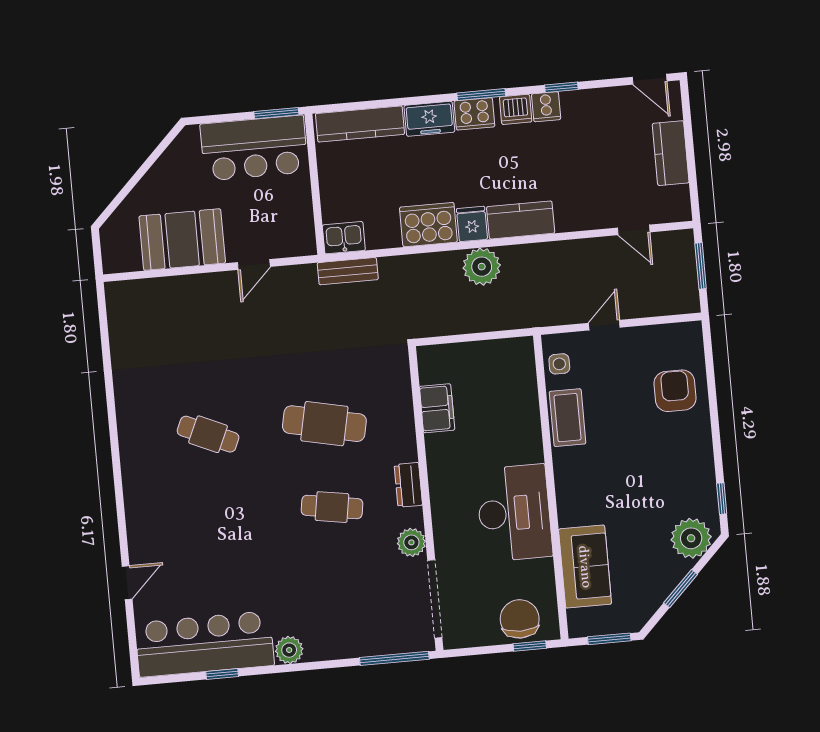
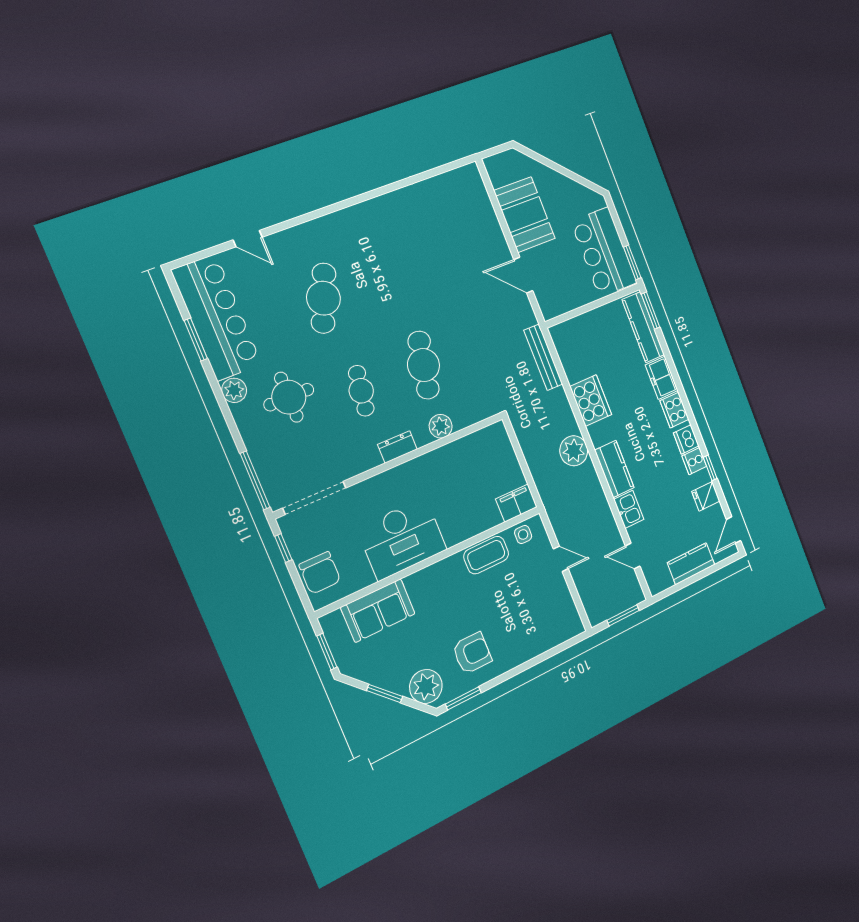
window: (481, 95) -> (650, 311), moved
fridge: (472, 224) -> (706, 496), moved, turned 180
door: (634, 230) -> (633, 556), hinge flipped
kitchen sink: (344, 238) -> (629, 509), moved
door: (254, 264) -> (523, 275), width x1.38
bench: (348, 271) -> (543, 357), width x1.36
armchair: (675, 391) -> (472, 653), moved
filing cabinet: (437, 408) -> (516, 503), moved, turned 180
cafe table: (208, 434) -> (324, 298), moved, width x1.37, depth x1.35
window: (722, 499) -> (463, 698), width x1.50
plant: (411, 542) -> (441, 426), moved
round table: (315, 592) -> (289, 397), added
chair: (520, 619) -> (320, 573), turned 90
window: (530, 646) -> (283, 548), moved
window: (222, 674) -> (196, 339), width x1.50

